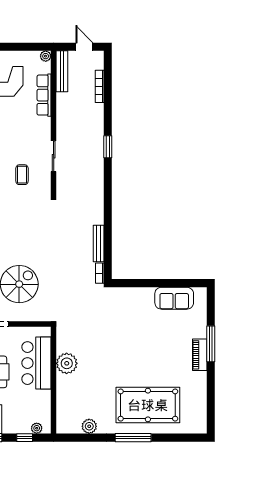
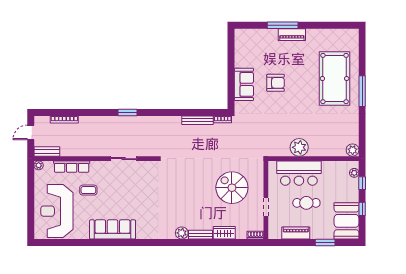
bench: (62, 71) -> (47, 151), width x0.73
window: (108, 147) -> (128, 113), moved
coffee table: (22, 175) -> (88, 190), moved
sofa: (174, 298) -> (244, 84), moved
armchair: (143, 336) -> (276, 83), added
plant: (89, 426) -> (353, 150), moved

